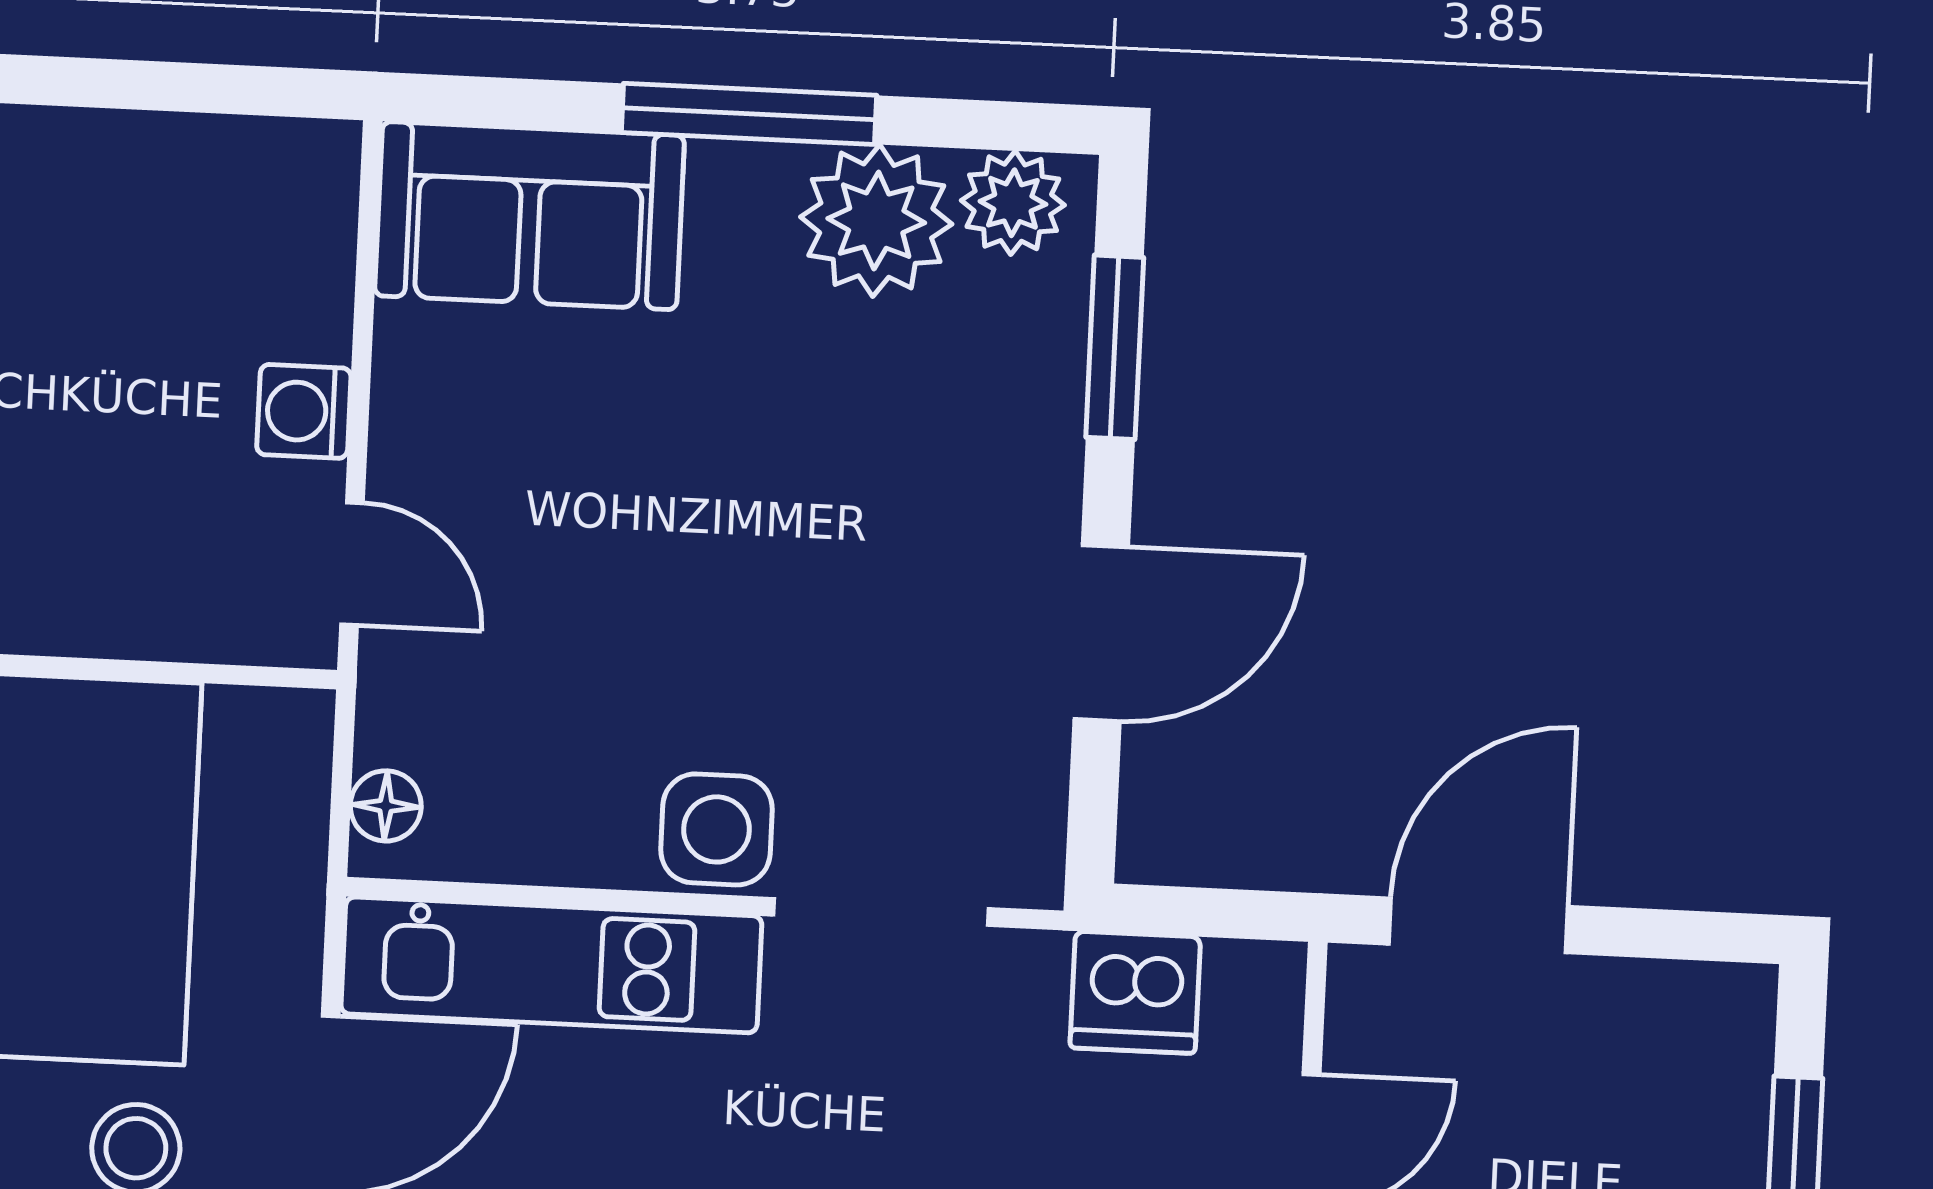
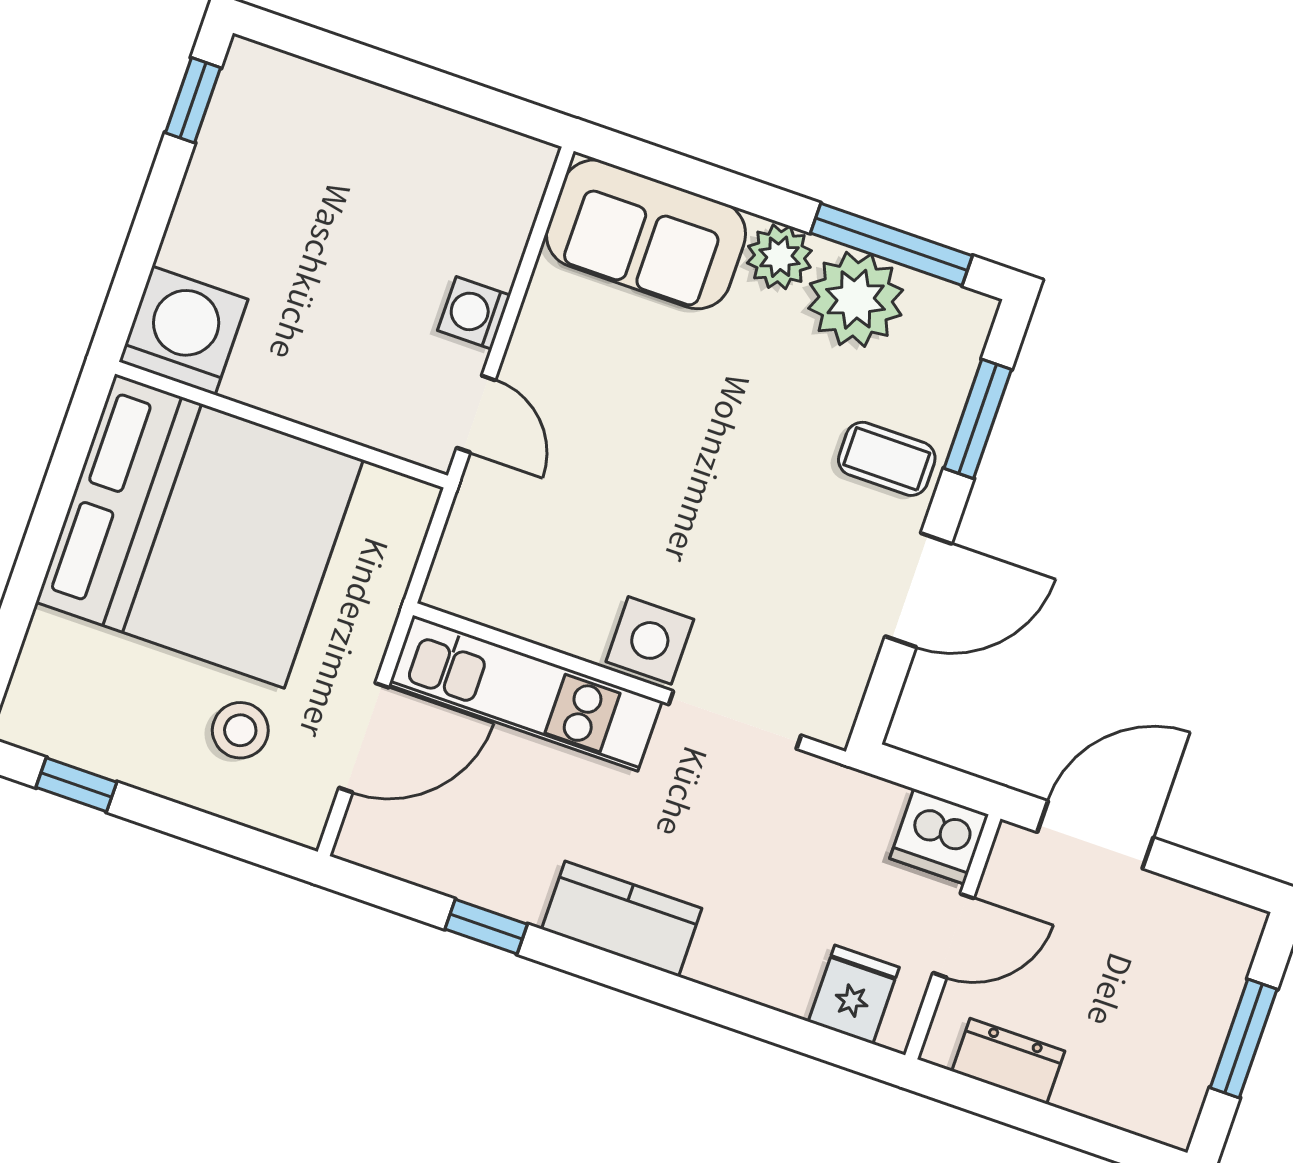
window: (749, 114) -> (891, 244), moved
plant: (1013, 203) -> (779, 257), moved
coffee table: (995, 448) -> (887, 459), added
floor lamp: (386, 806) -> (453, 567), removed
dishwasher: (1135, 992) -> (939, 836), moved

